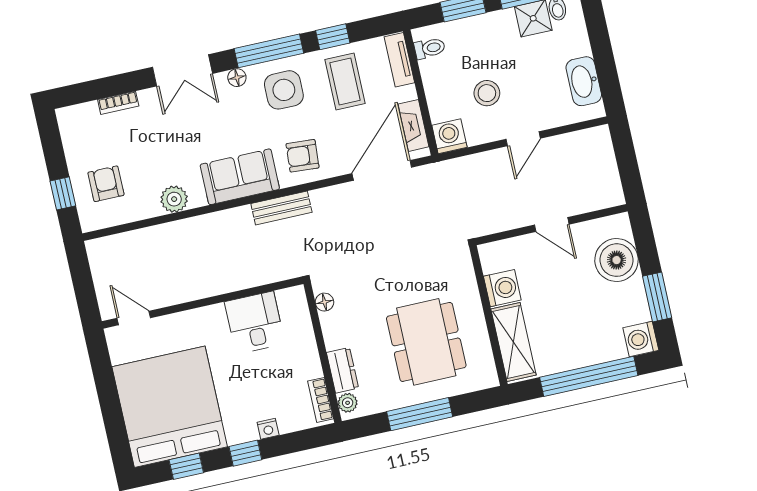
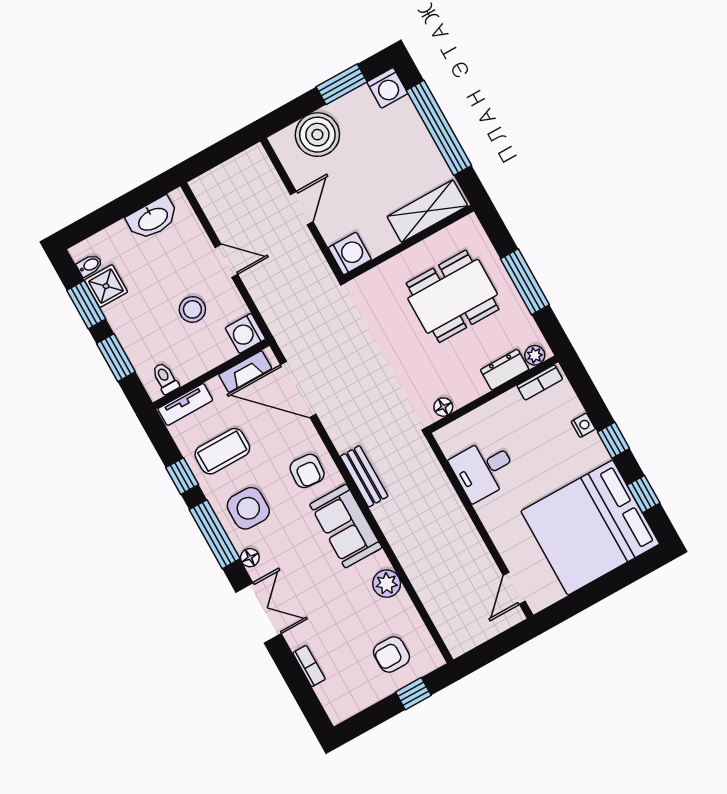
washing machine: (502, 288) -> (350, 253), moved, turned 90

